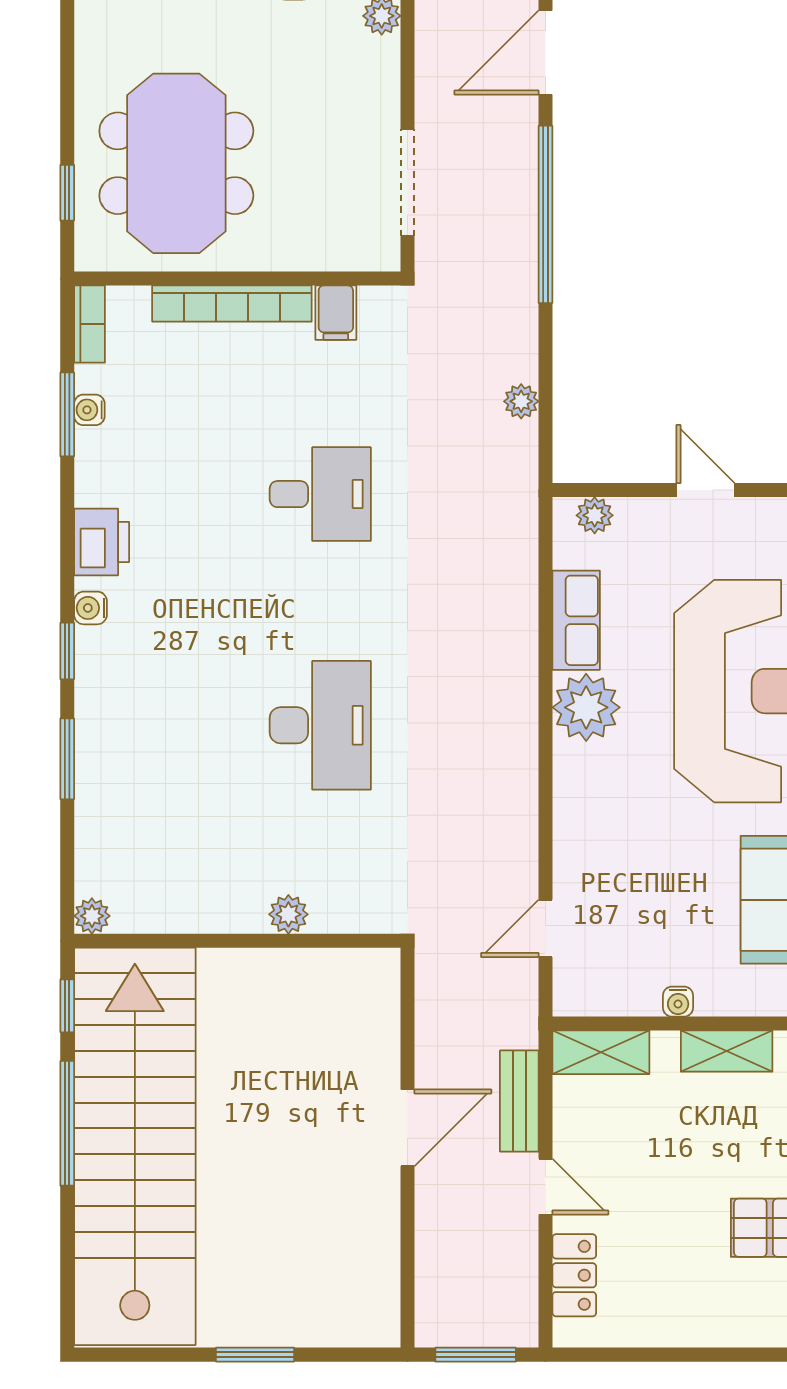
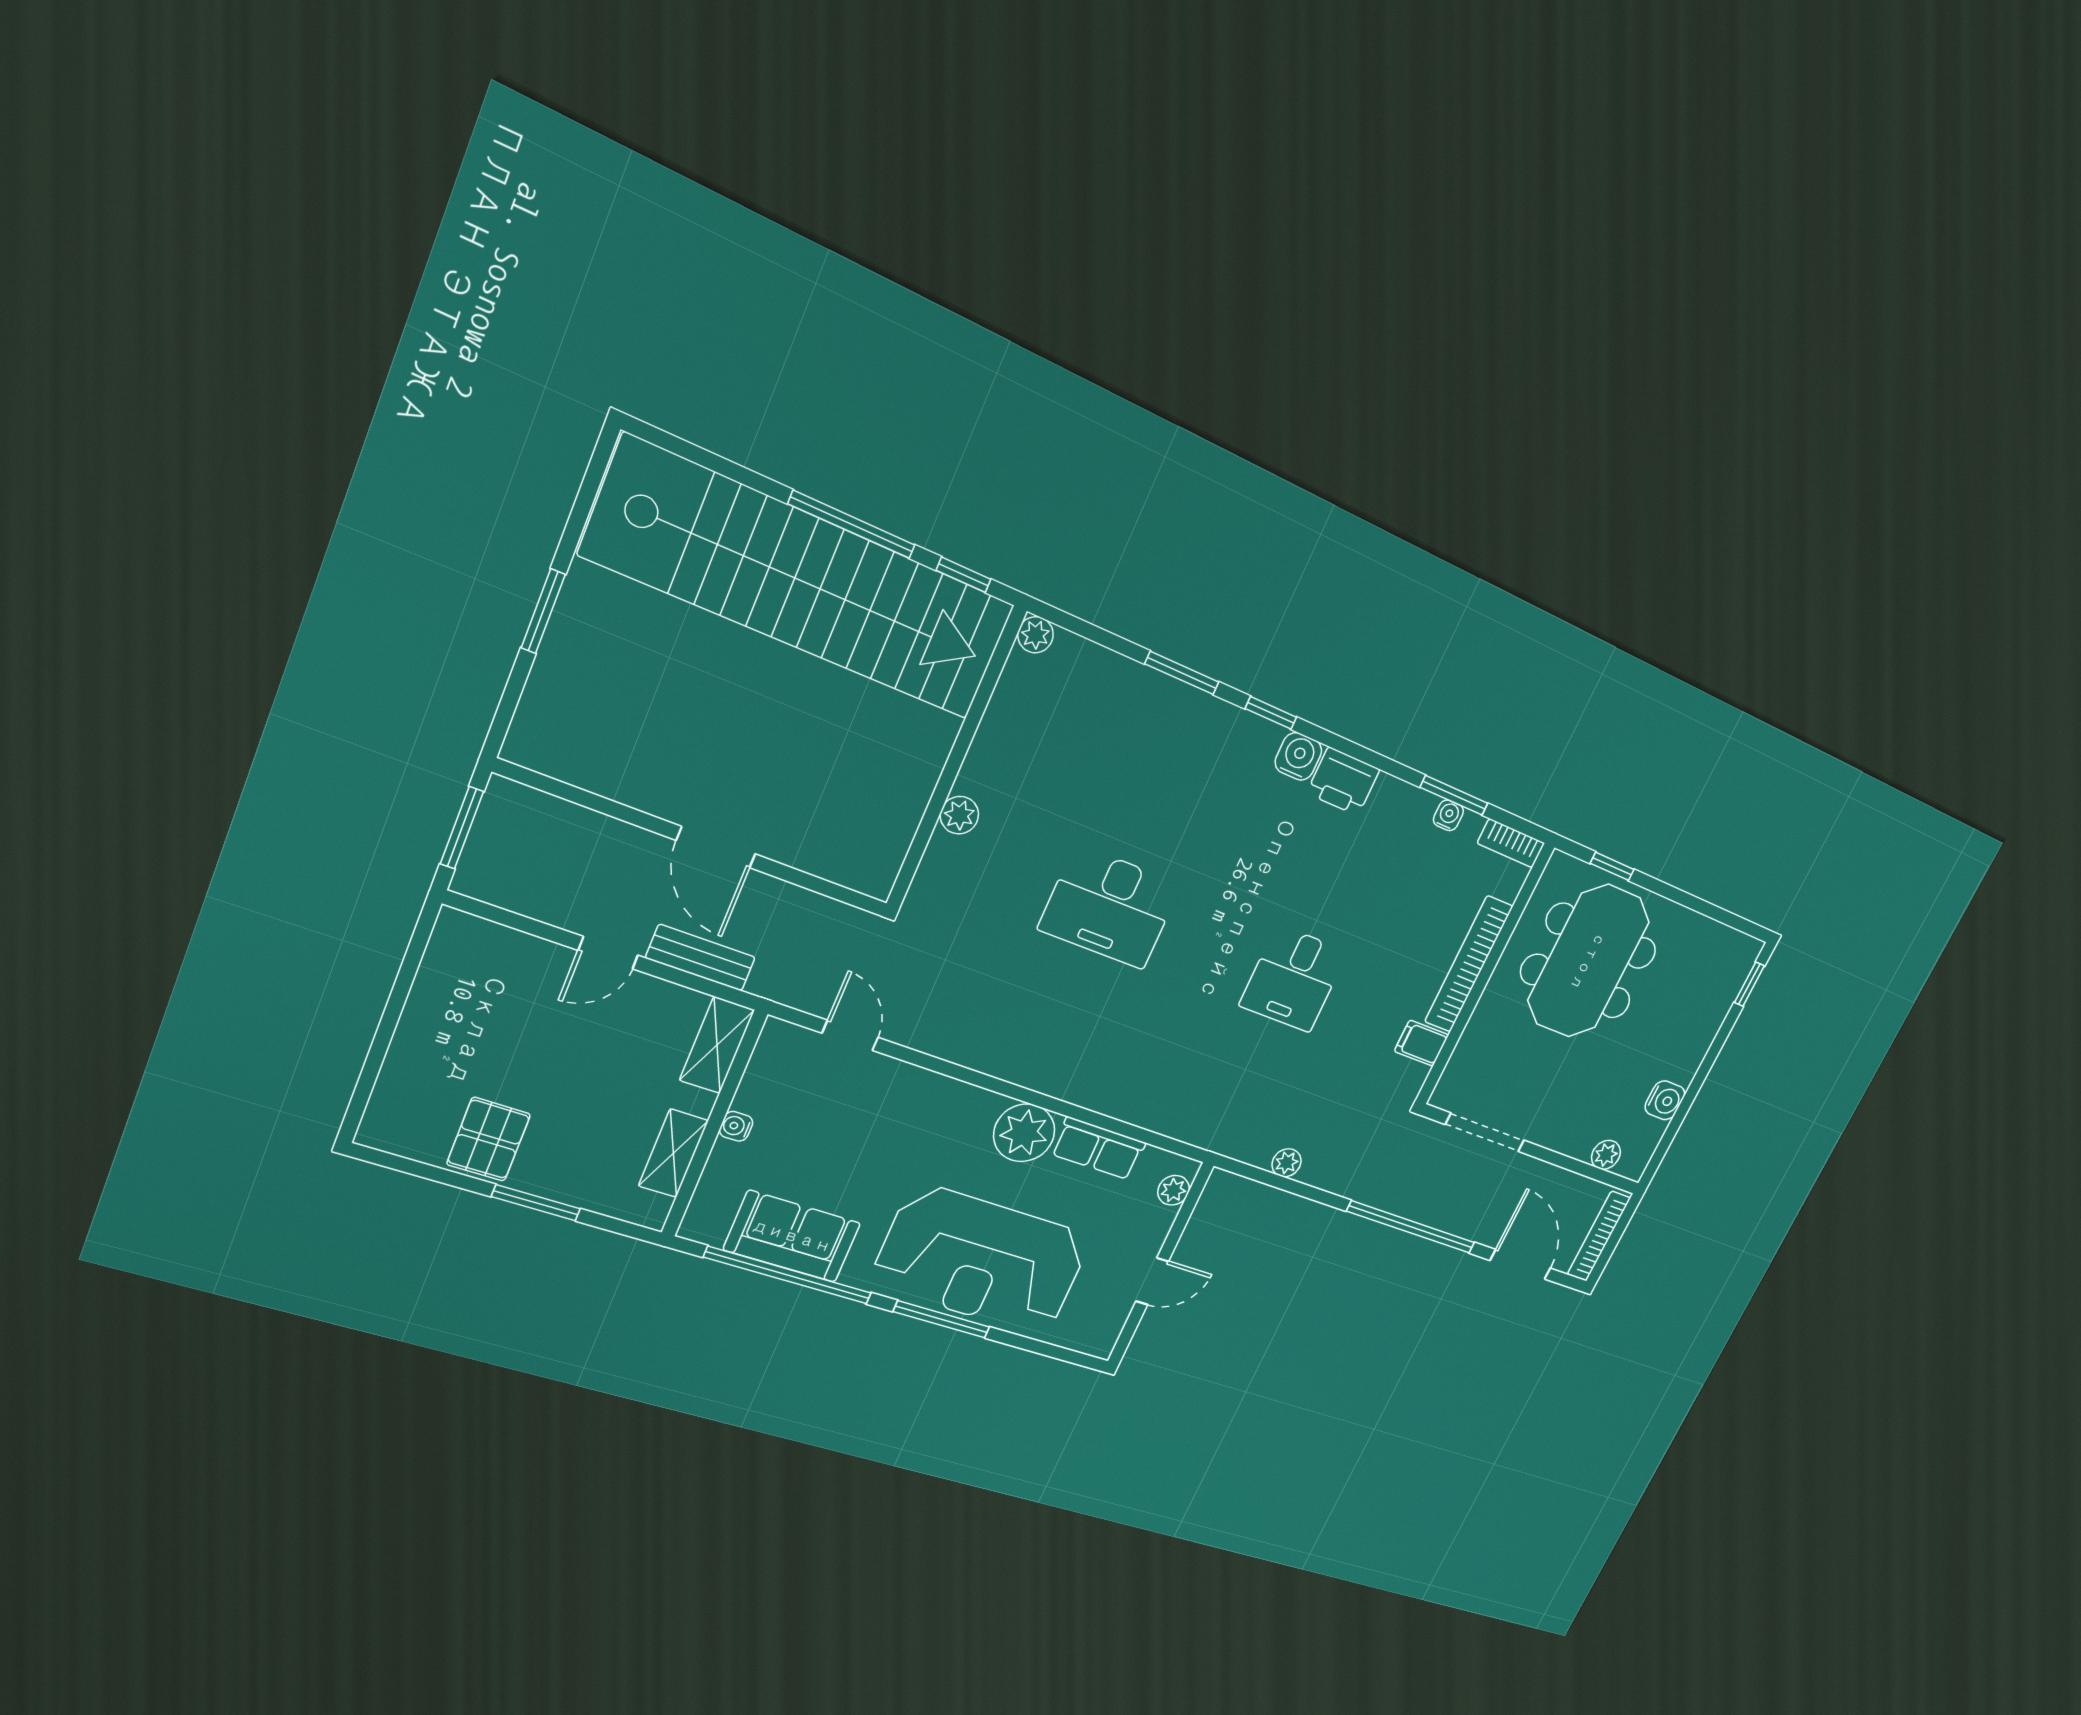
meeting table: (176, 163) -> (1588, 961), turned 90
water cooler: (90, 608) -> (1298, 756), width x1.38, depth x1.38
locker: (574, 1275) -> (509, 949), removed

